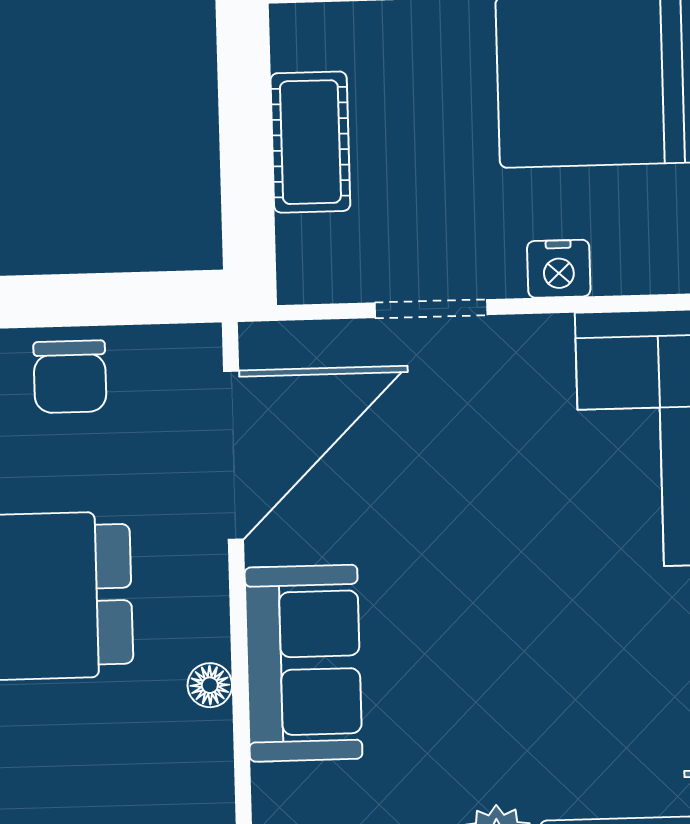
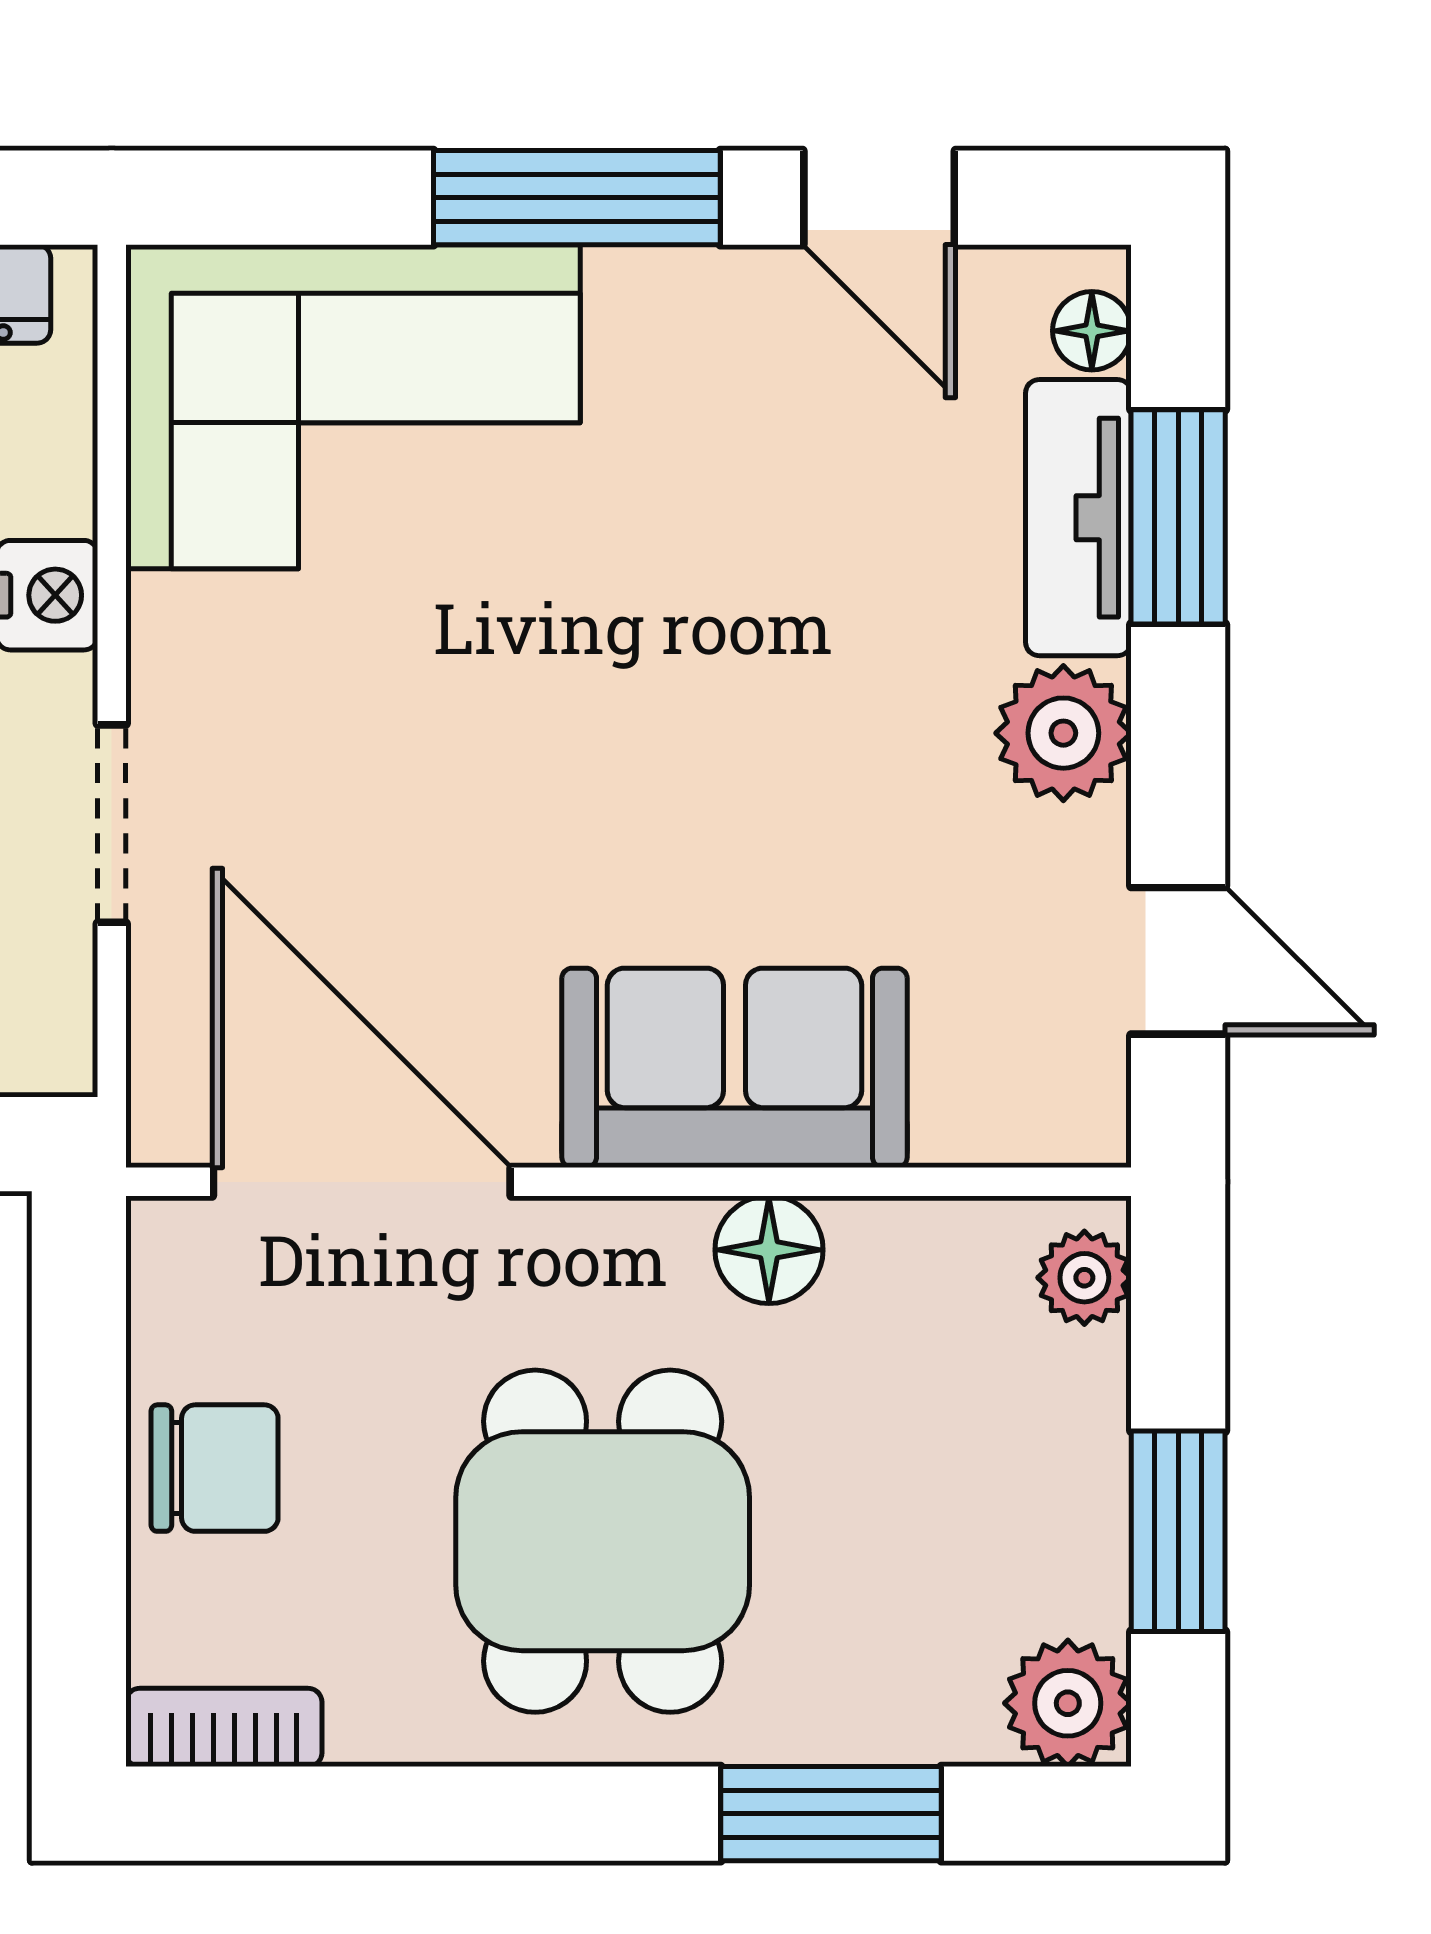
floor lamp: (210, 685) -> (769, 1250), width x1.37, depth x1.37

